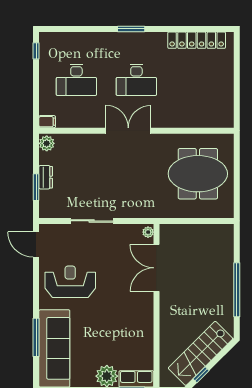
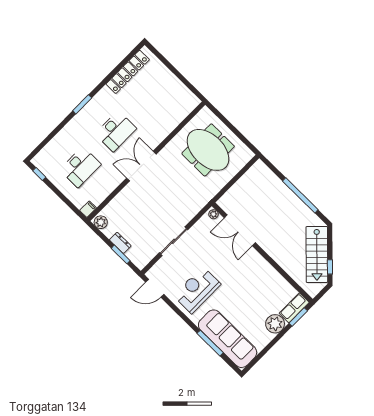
meeting table: (198, 174) -> (208, 150), turned 90

